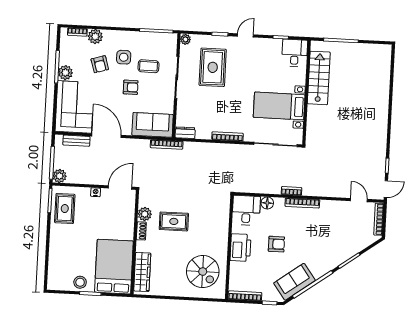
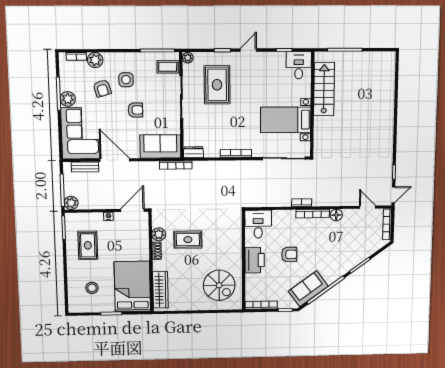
coffee table: (149, 66) -> (168, 67), moved
floor lamp: (267, 203) -> (336, 215), moved
rug: (65, 209) -> (88, 245), moved
stool: (80, 282) -> (92, 288), moved

